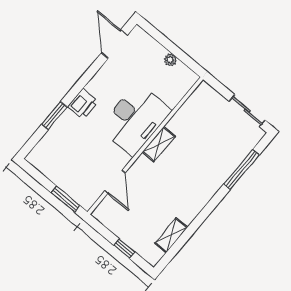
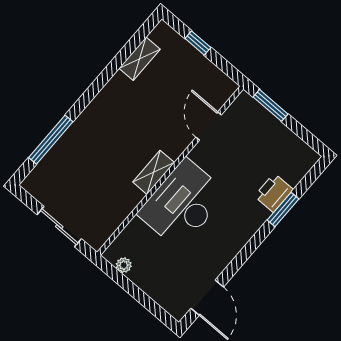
plant: (170, 60) -> (124, 265), moved
printer: (83, 104) -> (274, 193), moved
sliding door: (247, 111) -> (59, 227), moved

